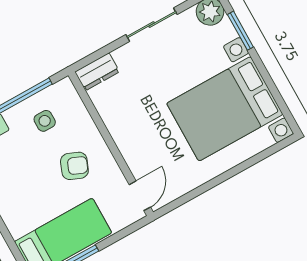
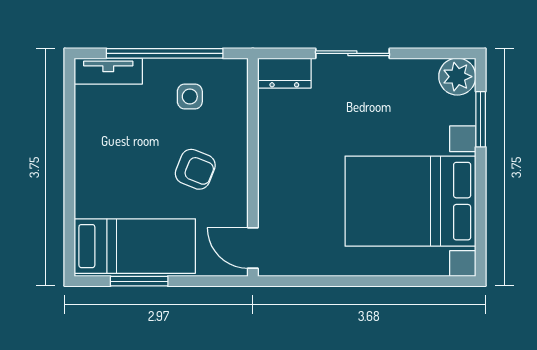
sliding door: (152, 25) -> (352, 53), moved
door: (140, 196) -> (253, 248), swing flipped

